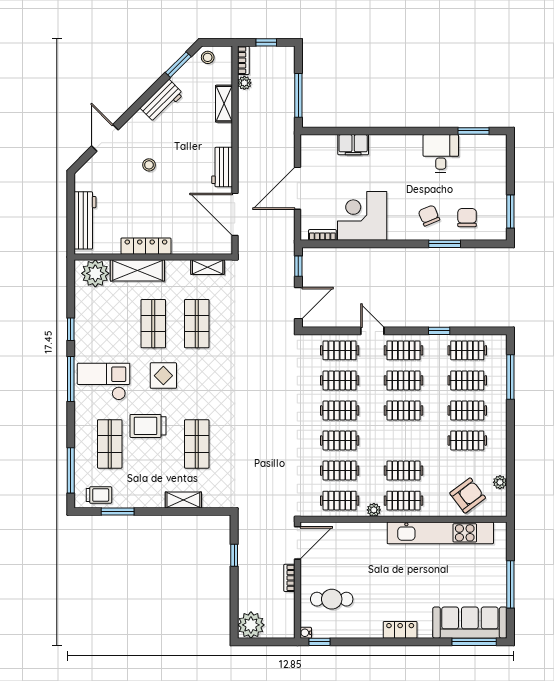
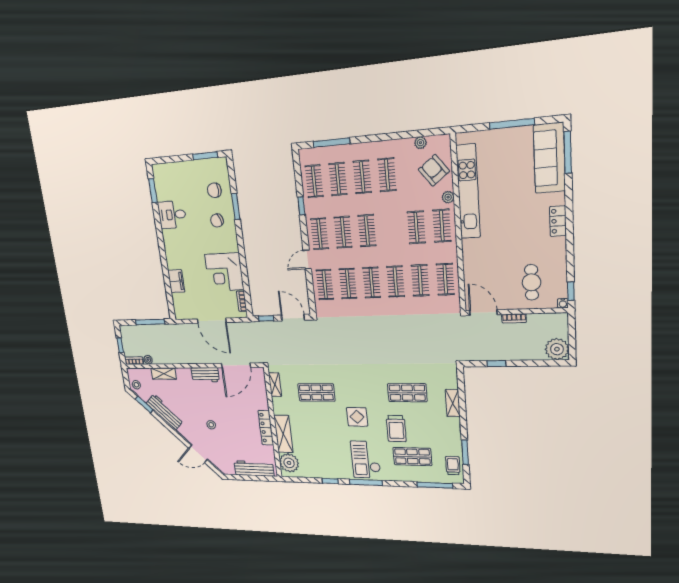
workbench: (162, 101) -> (165, 412), width x1.37
shop shelf: (153, 324) -> (320, 424), removed
plant: (374, 510) -> (448, 197), moved

